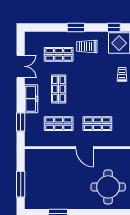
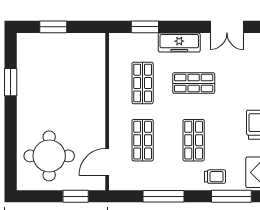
shop shelf: (59, 54) -> (194, 140), moved
door: (85, 148) -> (107, 162), moved
window: (21, 184) -> (53, 27), width x0.69

